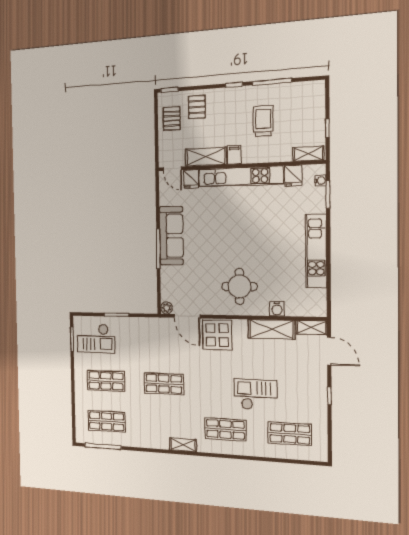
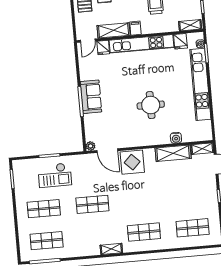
door: (172, 169) -> (88, 41), hinge flipped
sofa: (171, 236) -> (91, 97), width x0.73
kitchen unit: (316, 251) -> (200, 84), width x1.36
round table: (239, 286) -> (151, 105), moved
checkout: (96, 338) -> (55, 175), moved
checkout: (255, 395) -> (165, 203), removed

